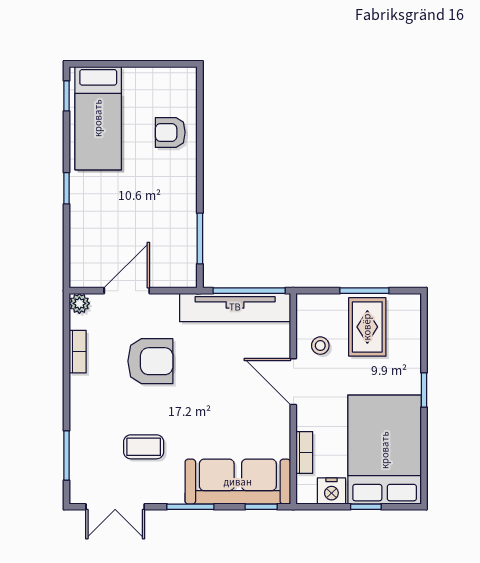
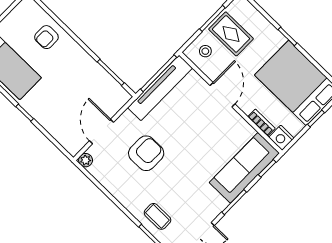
stool: (320, 346) -> (205, 51), moved
bookcase: (78, 352) -> (108, 183), removed
door: (293, 382) -> (223, 95), swing flipped
coffee table: (144, 447) -> (157, 216), moved, turned 90
nightstand: (331, 491) -> (281, 138), moved, turned 90

